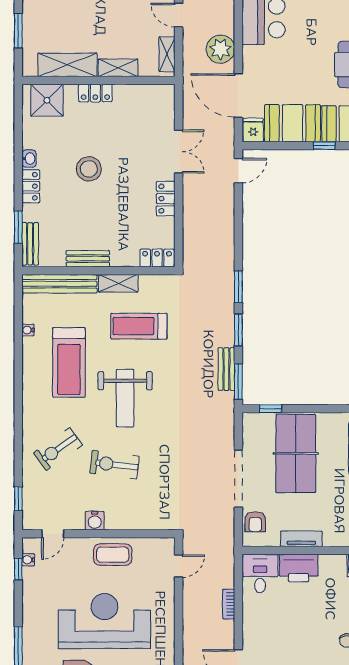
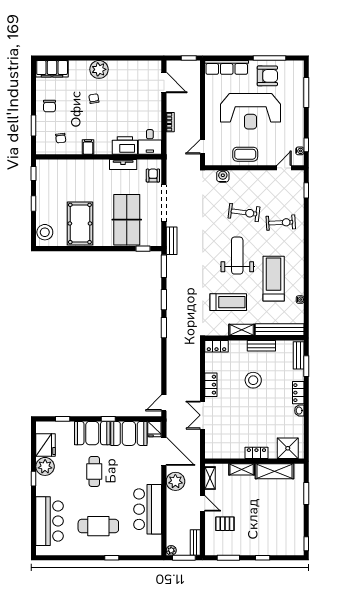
stool: (89, 169) -> (253, 380), moved
bench: (226, 369) -> (172, 241), moved
exercise bike: (58, 449) -> (281, 223), turned 32
water cooler: (95, 521) -> (223, 176), moved

